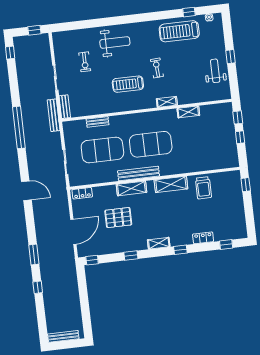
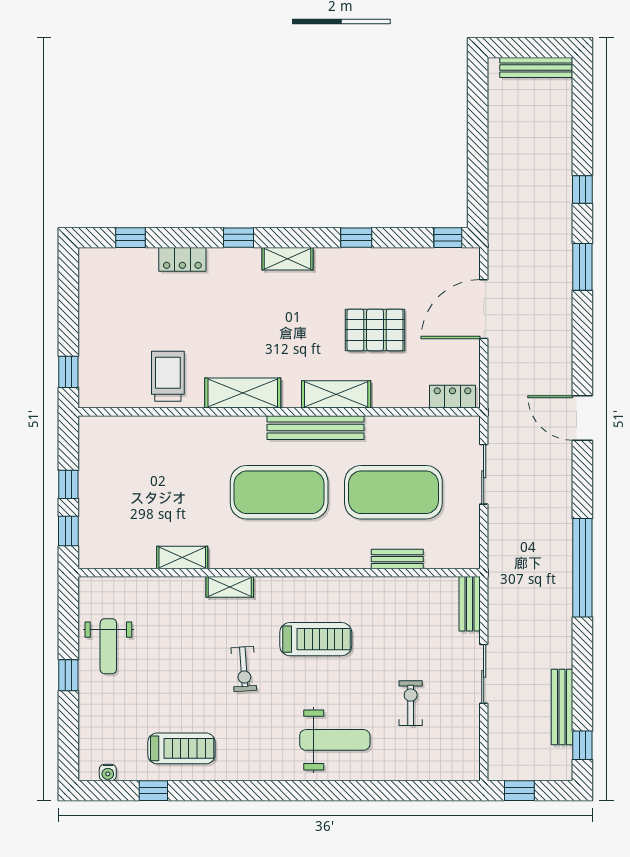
treadmill: (179, 31) -> (181, 748), width x0.73, depth x0.73
weight bench: (115, 42) -> (335, 740), turned 180
bench: (54, 115) -> (562, 707), moved

